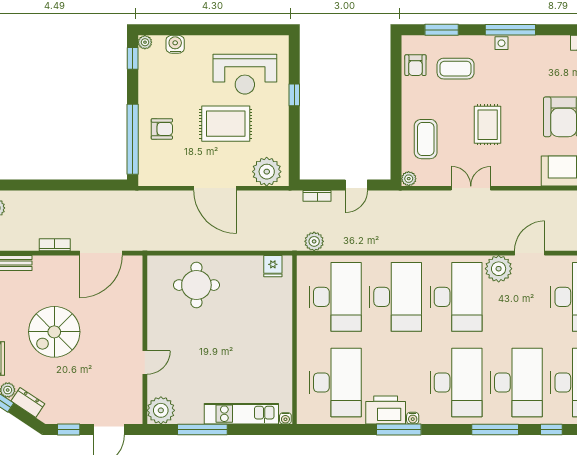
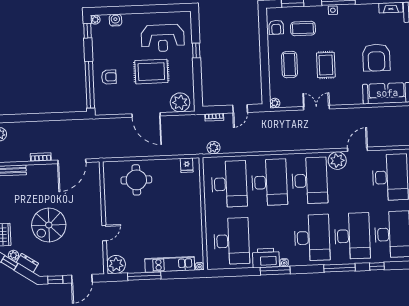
coffee table: (426, 139) -> (290, 65), moved
spiral stairs: (54, 332) -> (49, 225), moved

